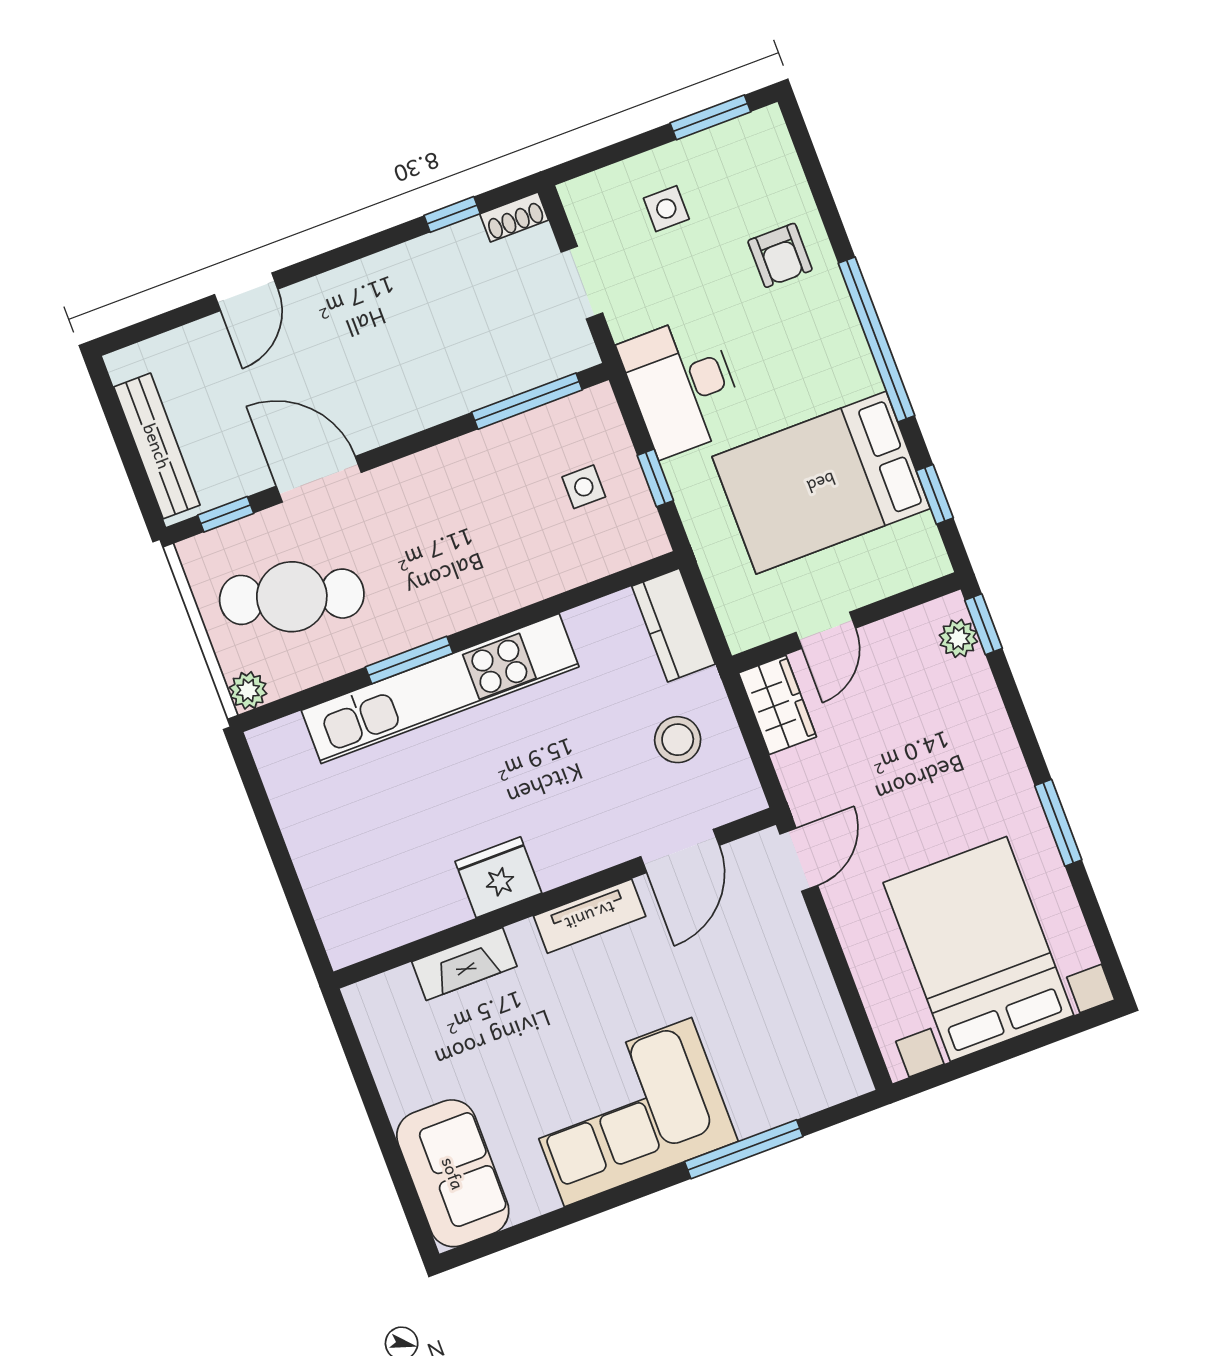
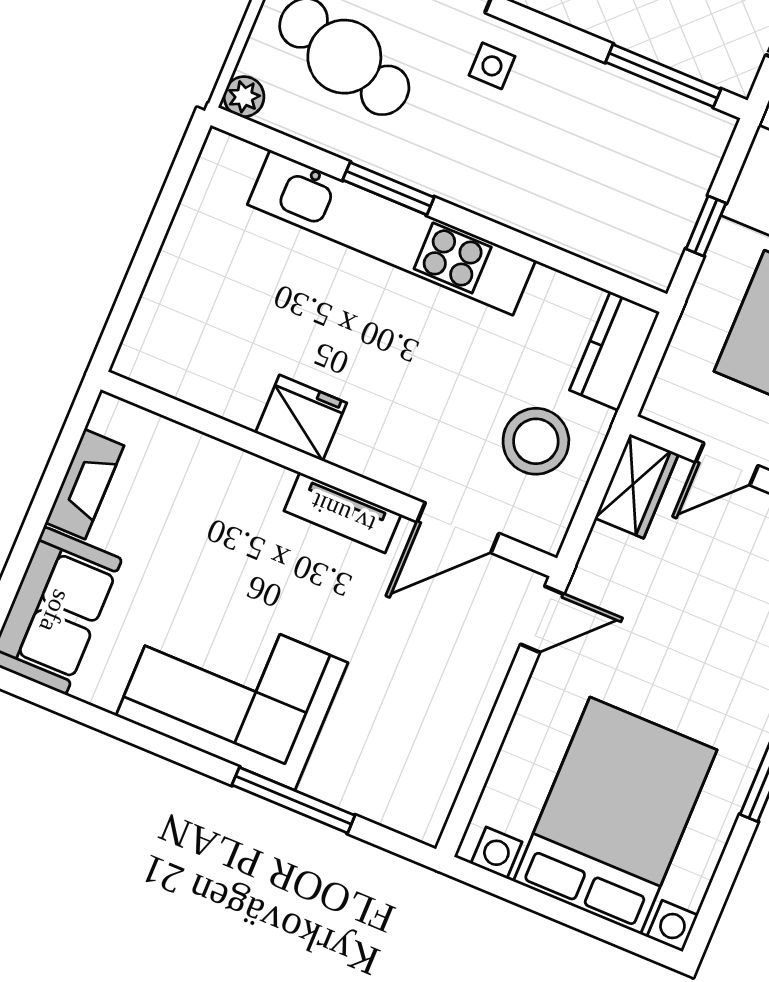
side table: (584, 487) -> (492, 66), moved
stool: (678, 740) -> (536, 441), width x1.38, depth x1.38
fireplace: (464, 964) -> (85, 484), moved, turned -90

